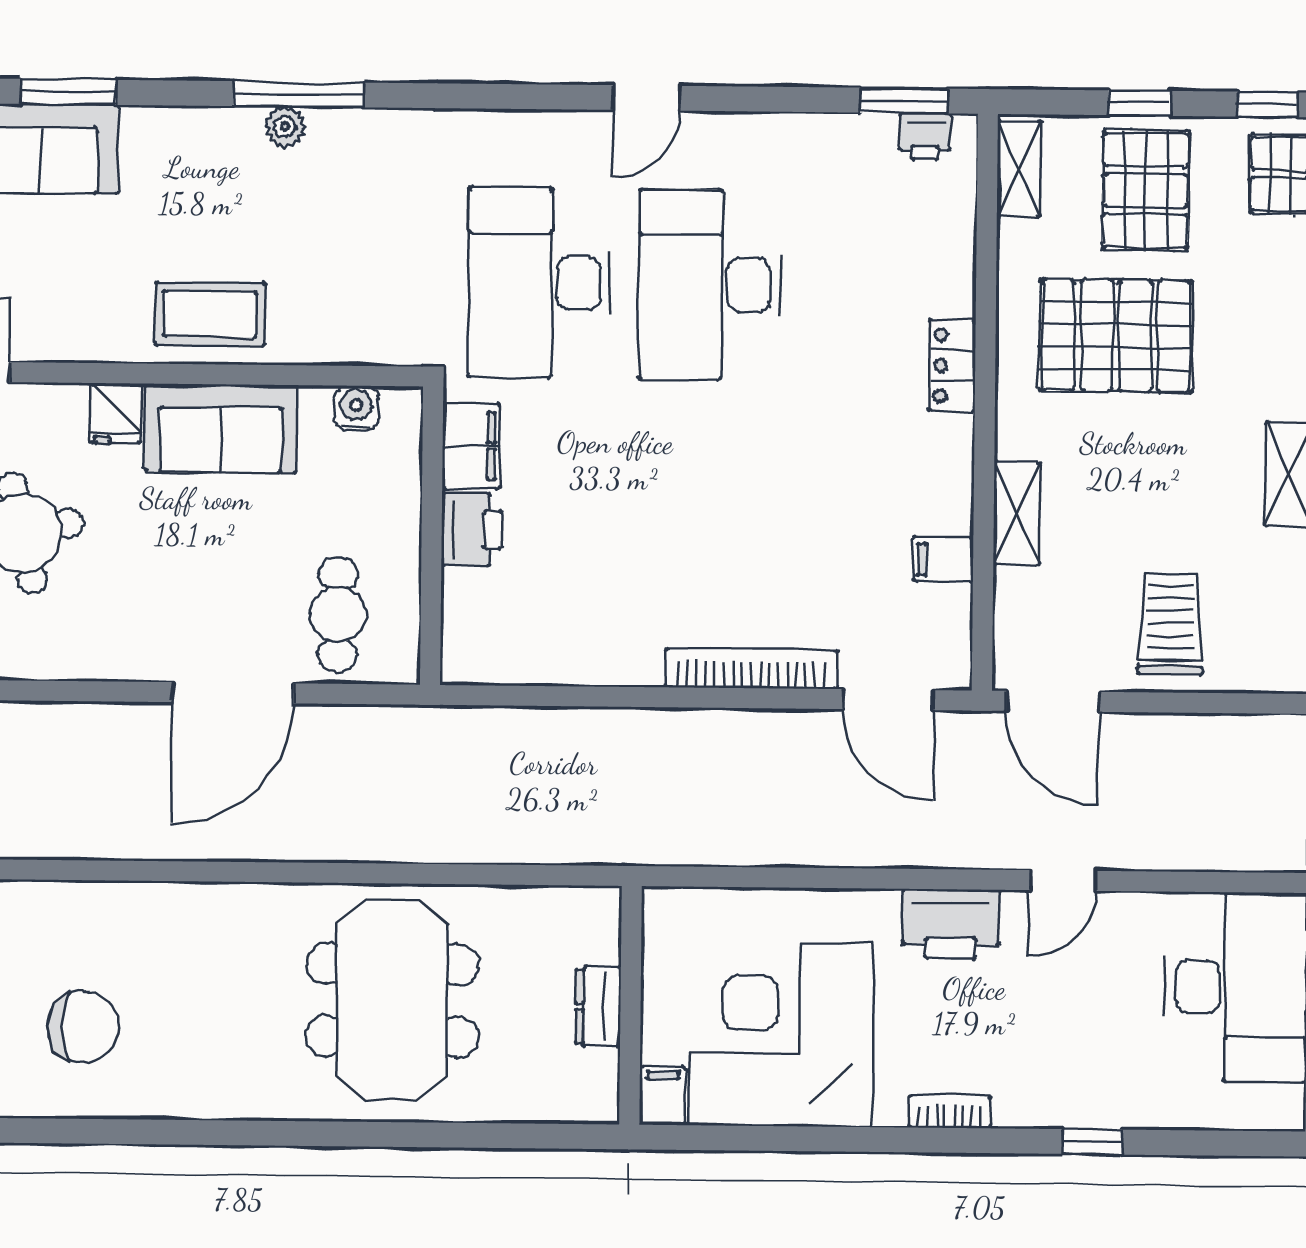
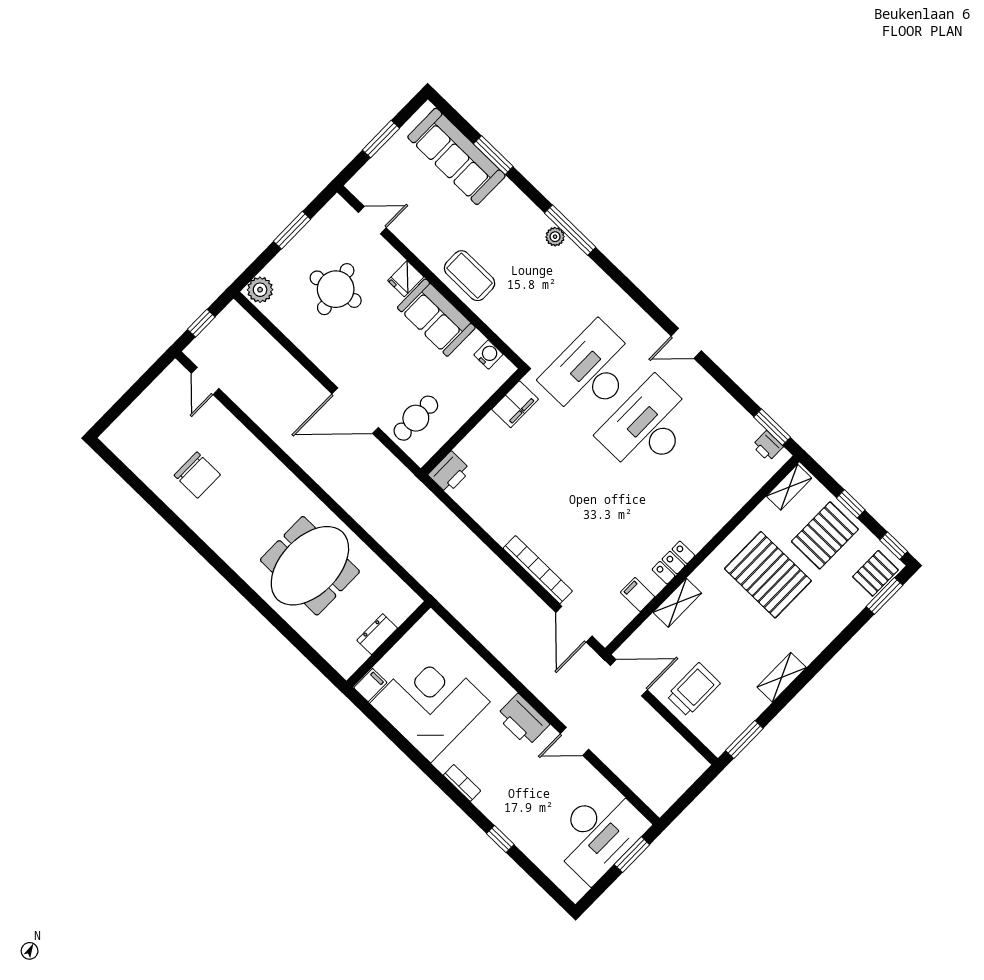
locker: (952, 365) -> (673, 563), moved
printer: (472, 530) -> (449, 472), moved
door: (1053, 701) -> (629, 678), swing flipped

